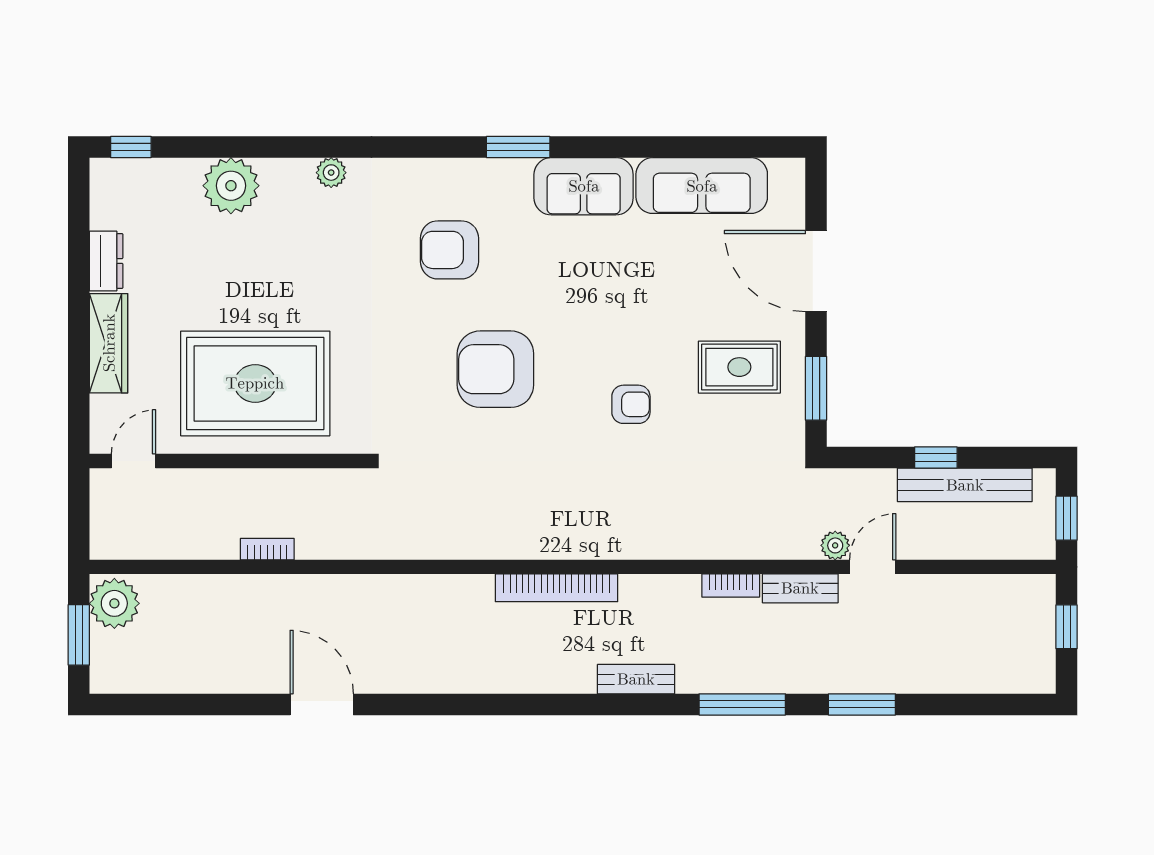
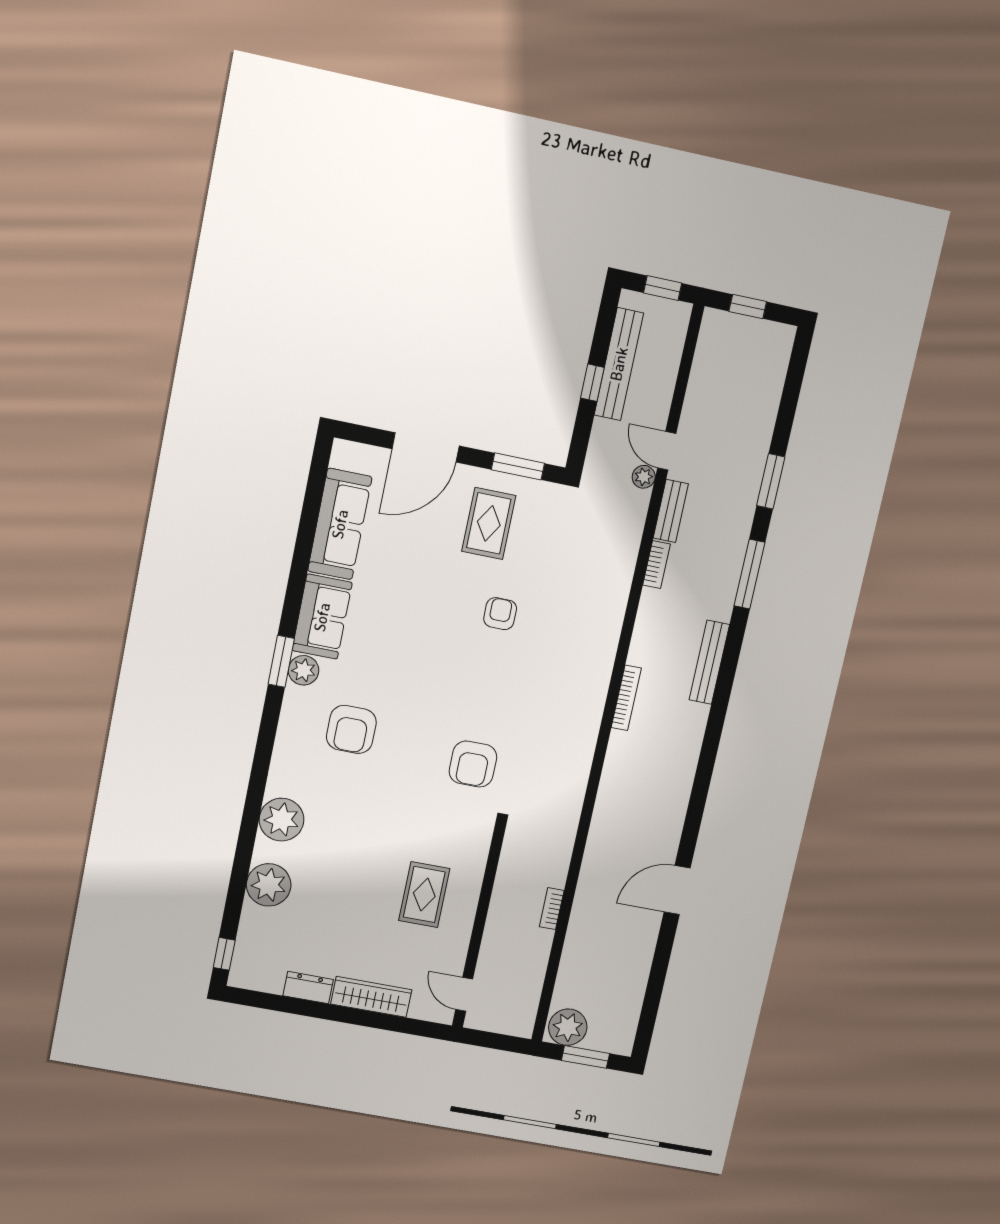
plant: (331, 173) -> (282, 820), width x1.88, depth x1.88
plant: (512, 177) -> (304, 670), added
armchair: (495, 369) -> (473, 764), moved, width x0.73, depth x0.73
rug: (255, 383) -> (424, 895), width x0.54, depth x0.49
bookcase: (556, 588) -> (626, 698), width x0.68, depth x0.76
bench: (636, 679) -> (709, 662), width x1.36

